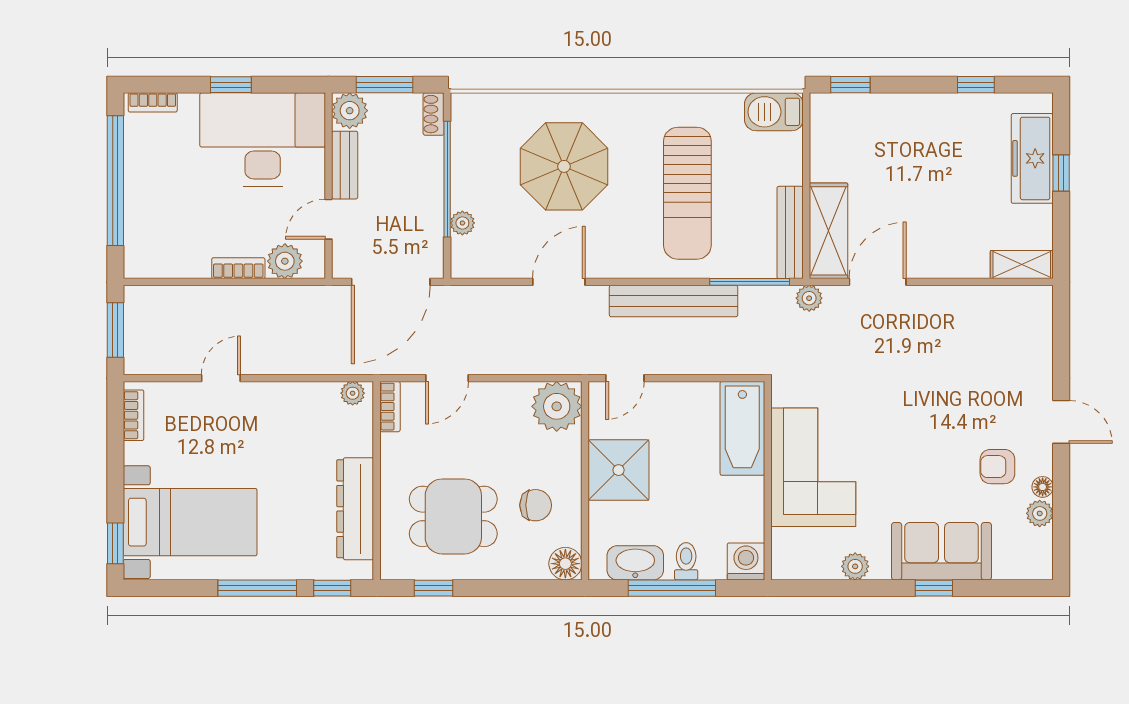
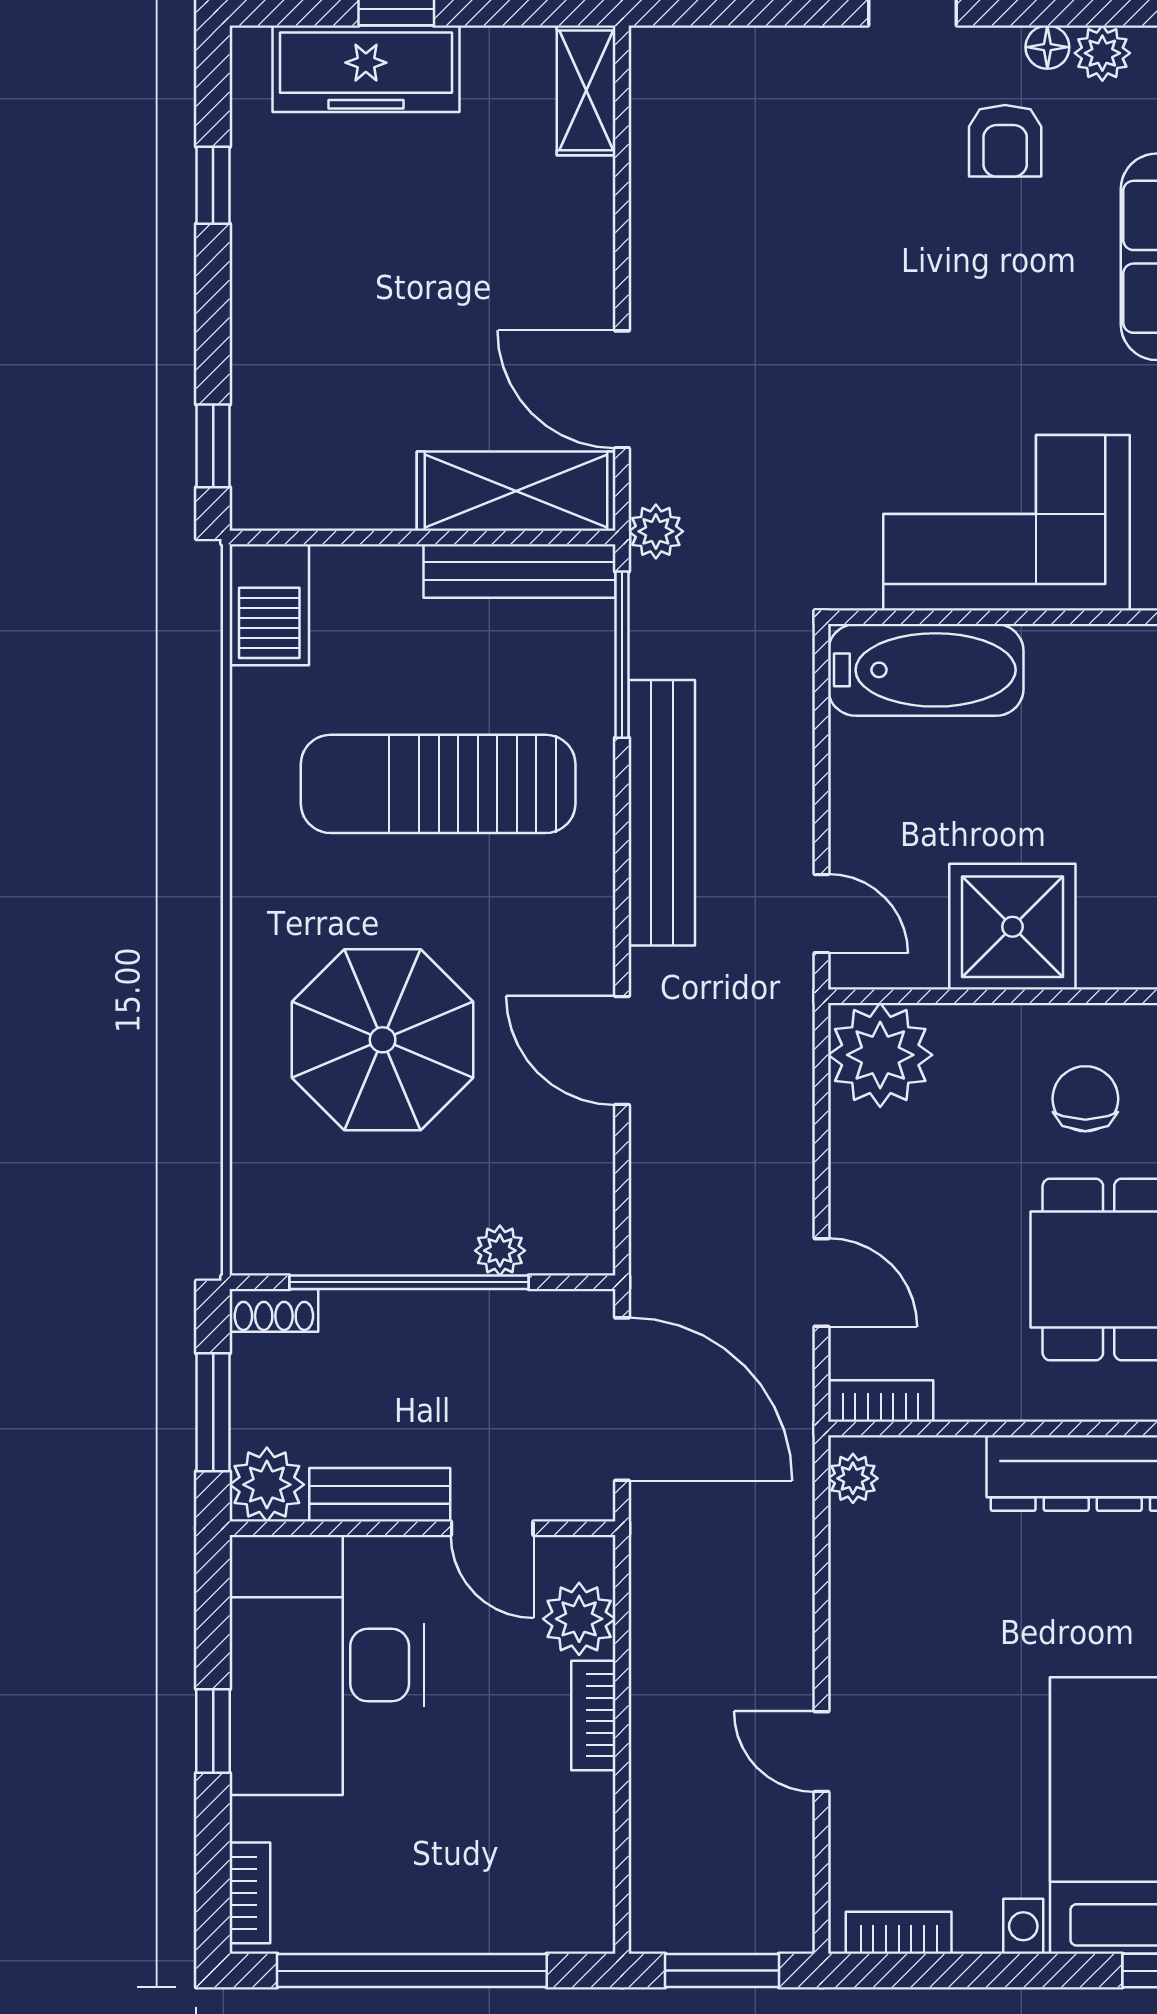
sun lounger: (687, 193) -> (438, 784), turned 180

